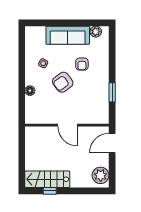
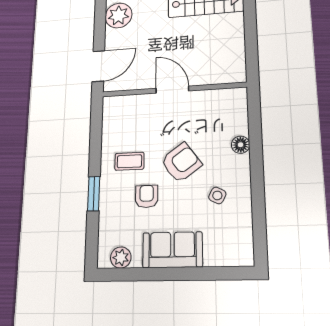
sofa: (68, 35) -> (172, 250), width x0.73
coffee table: (92, 84) -> (129, 161), added
window: (112, 92) -> (94, 194), moved

